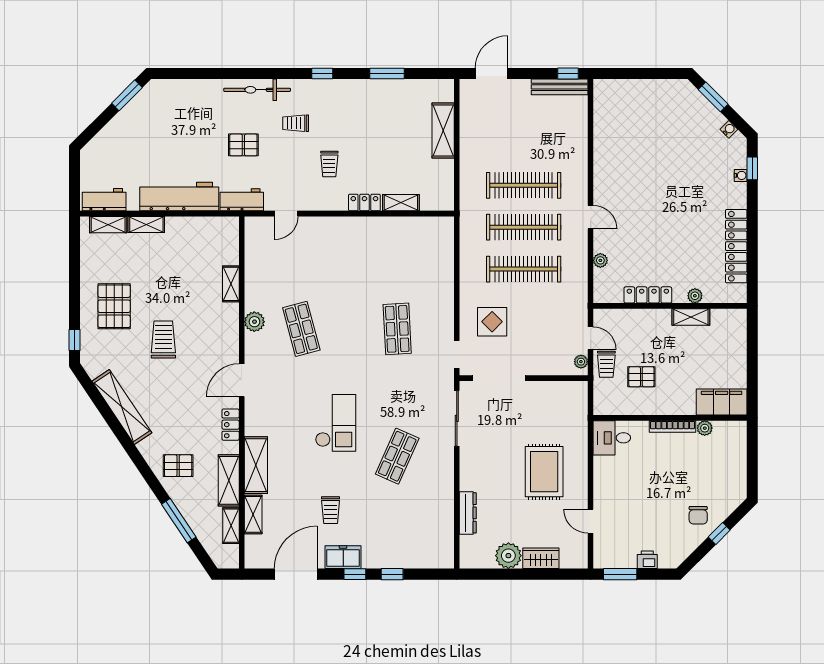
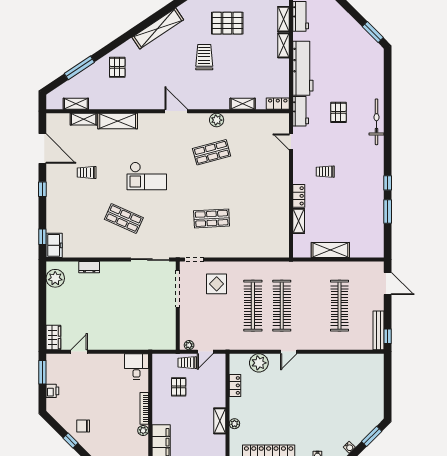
window: (322, 74) -> (388, 183), moved
trolley: (296, 123) -> (353, 148), removed
shelving: (443, 130) -> (330, 250), moved
clothes rail: (524, 185) -> (340, 306), moved
plant: (600, 260) -> (259, 363), width x1.87, depth x1.87
locker: (648, 295) -> (235, 385), width x0.66
trolley: (163, 340) -> (204, 57), turned -90
locker: (231, 425) -> (278, 104), moved
rug: (544, 472) -> (113, 320), removed
shelving: (229, 480) -> (107, 102), removed
dresser: (468, 513) -> (89, 267), width x0.70
plant: (508, 556) -> (55, 278), moved
freezer: (343, 557) -> (54, 245), moved
wardrobe: (541, 558) -> (53, 337), moved
window: (392, 574) -> (42, 237), moved

